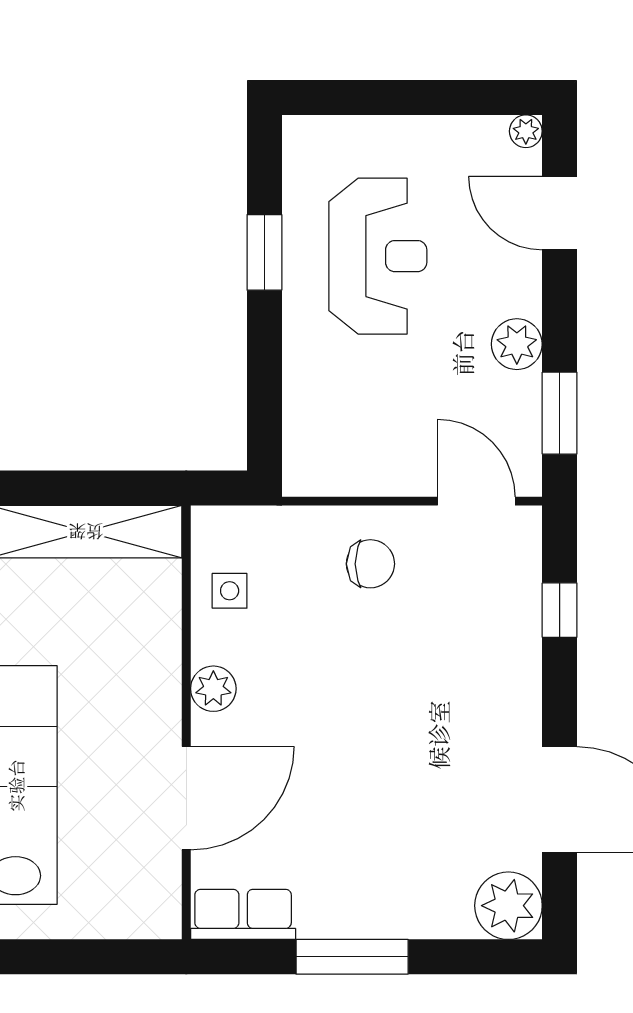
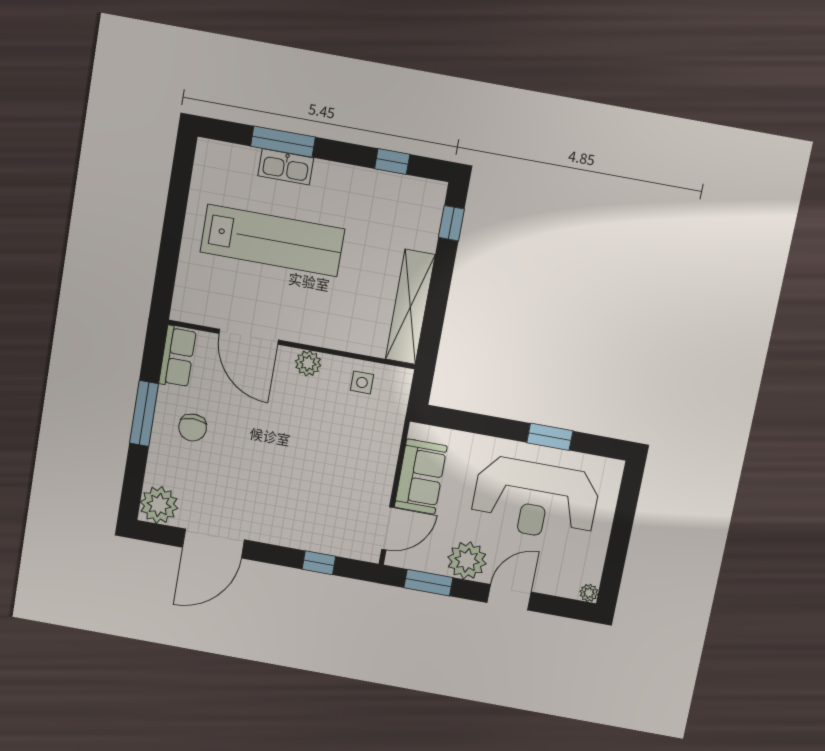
door: (560, 213) -> (509, 597), moved
reception desk: (378, 256) -> (535, 499), width x1.36, depth x1.30
plant: (517, 344) -> (467, 560), width x1.36, depth x1.36
sofa: (375, 461) -> (421, 477), added
chair: (370, 564) -> (193, 427), moved

